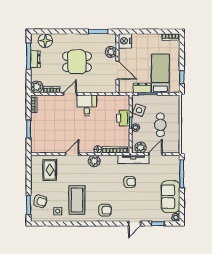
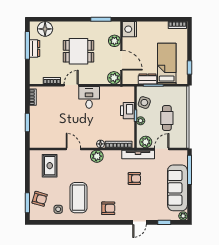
plant: (37, 87) -> (114, 78), moved
door: (72, 154) -> (73, 149), hinge flipped
sofa: (170, 197) -> (177, 188), width x1.36

